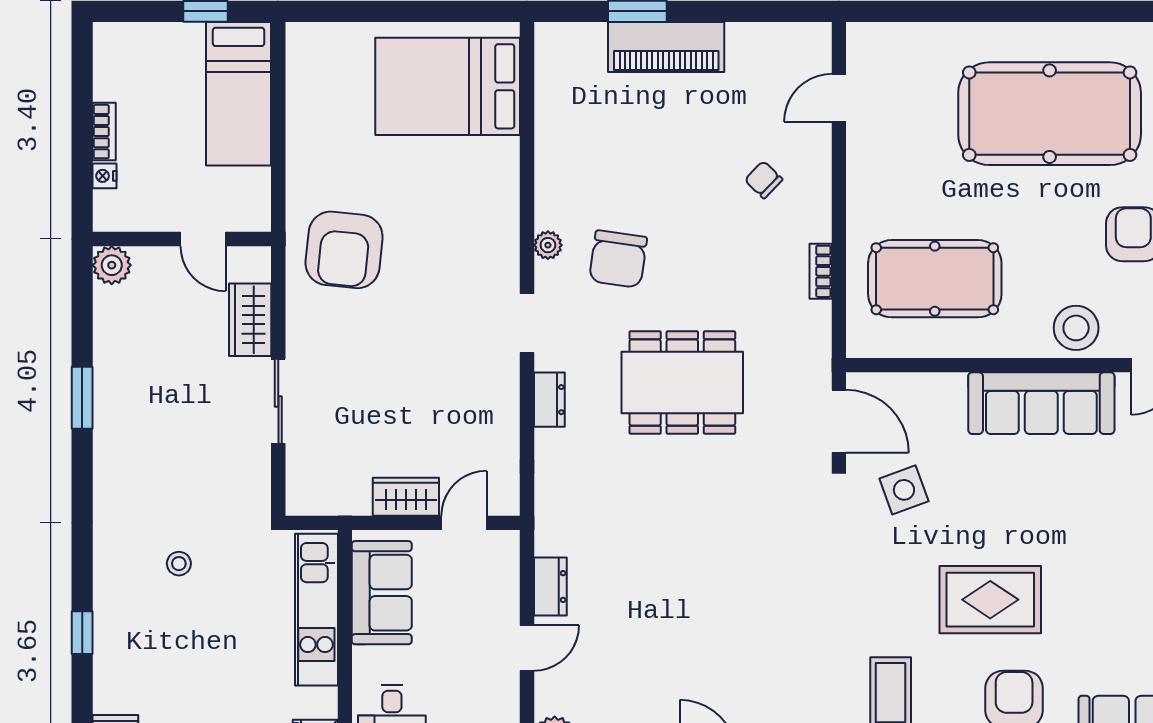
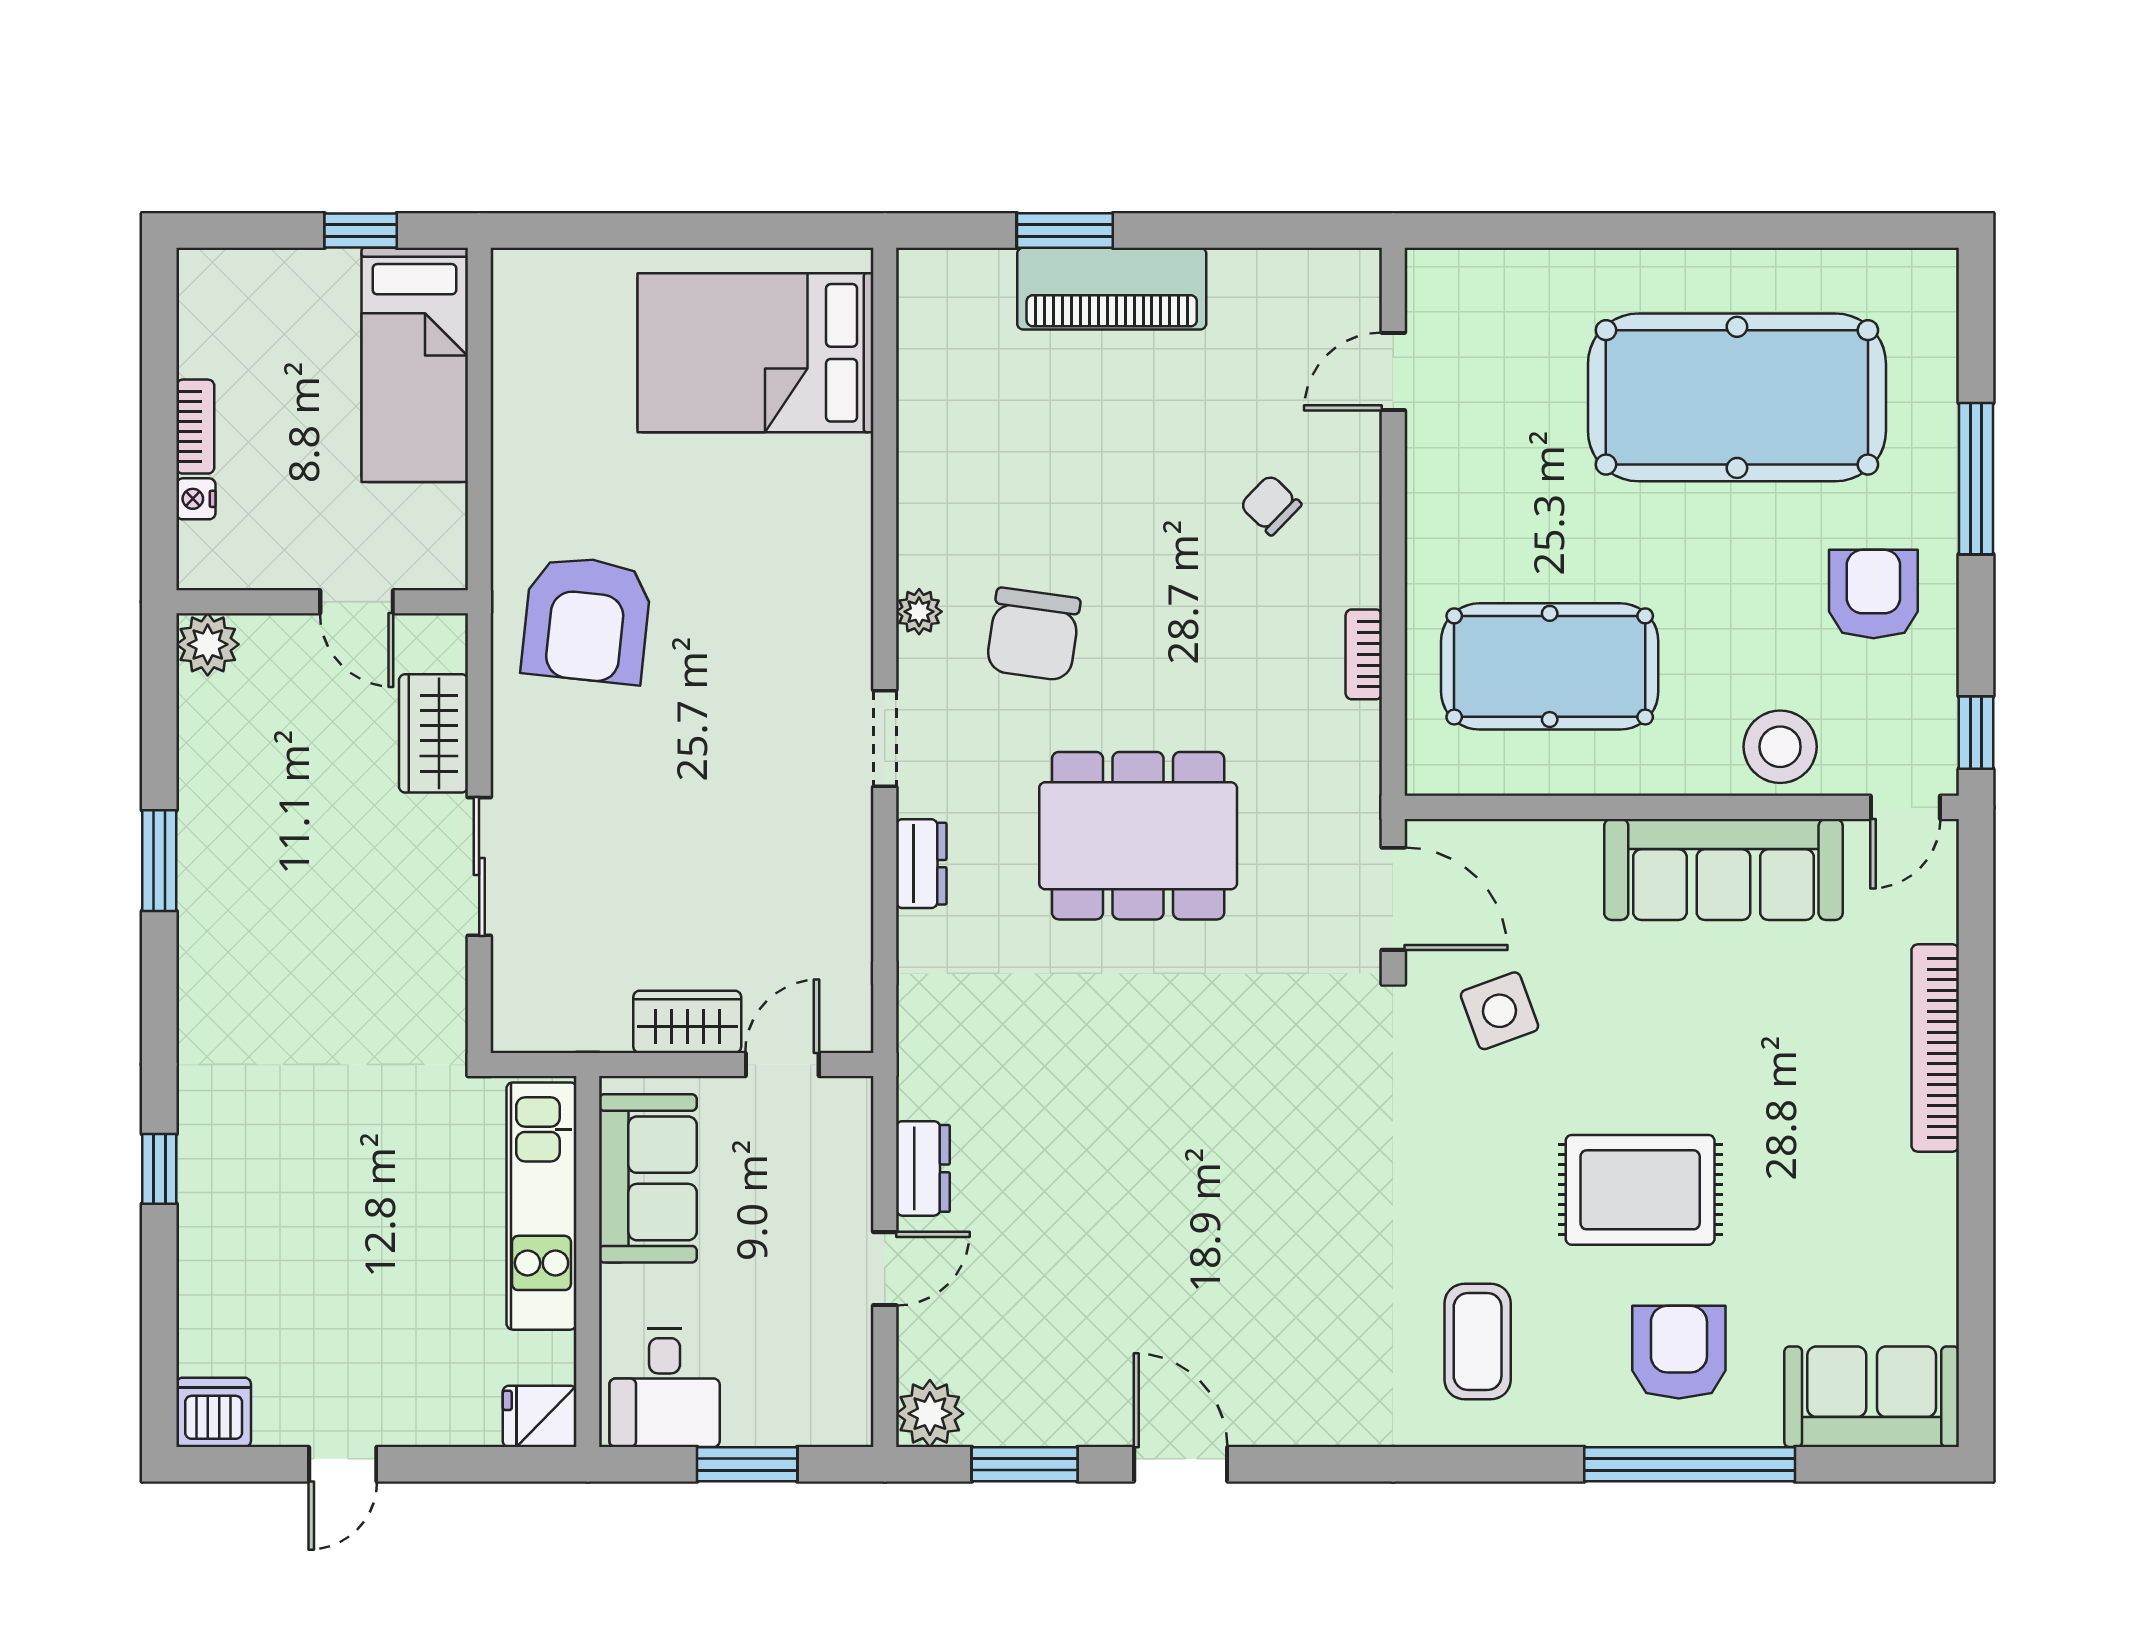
stool: (179, 564) -> (317, 1131), removed
window: (82, 633) -> (159, 1169), moved

